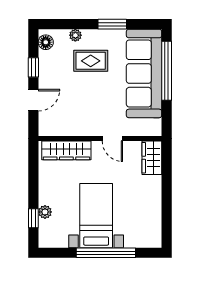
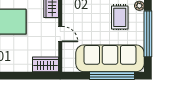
window: (112, 24) -> (148, 34), width x2.11
door: (112, 138) -> (60, 34), swing flipped

